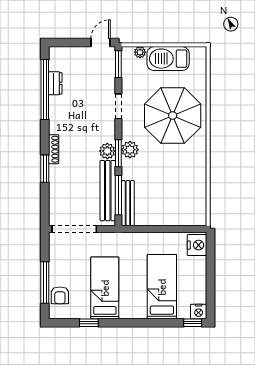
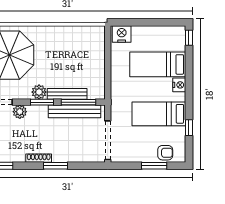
plant: (107, 151) -> (20, 112), moved
bench: (128, 203) -> (67, 94), moved
window: (45, 283) -> (154, 166), width x0.69
nightstand: (199, 311) -> (179, 85), moved

